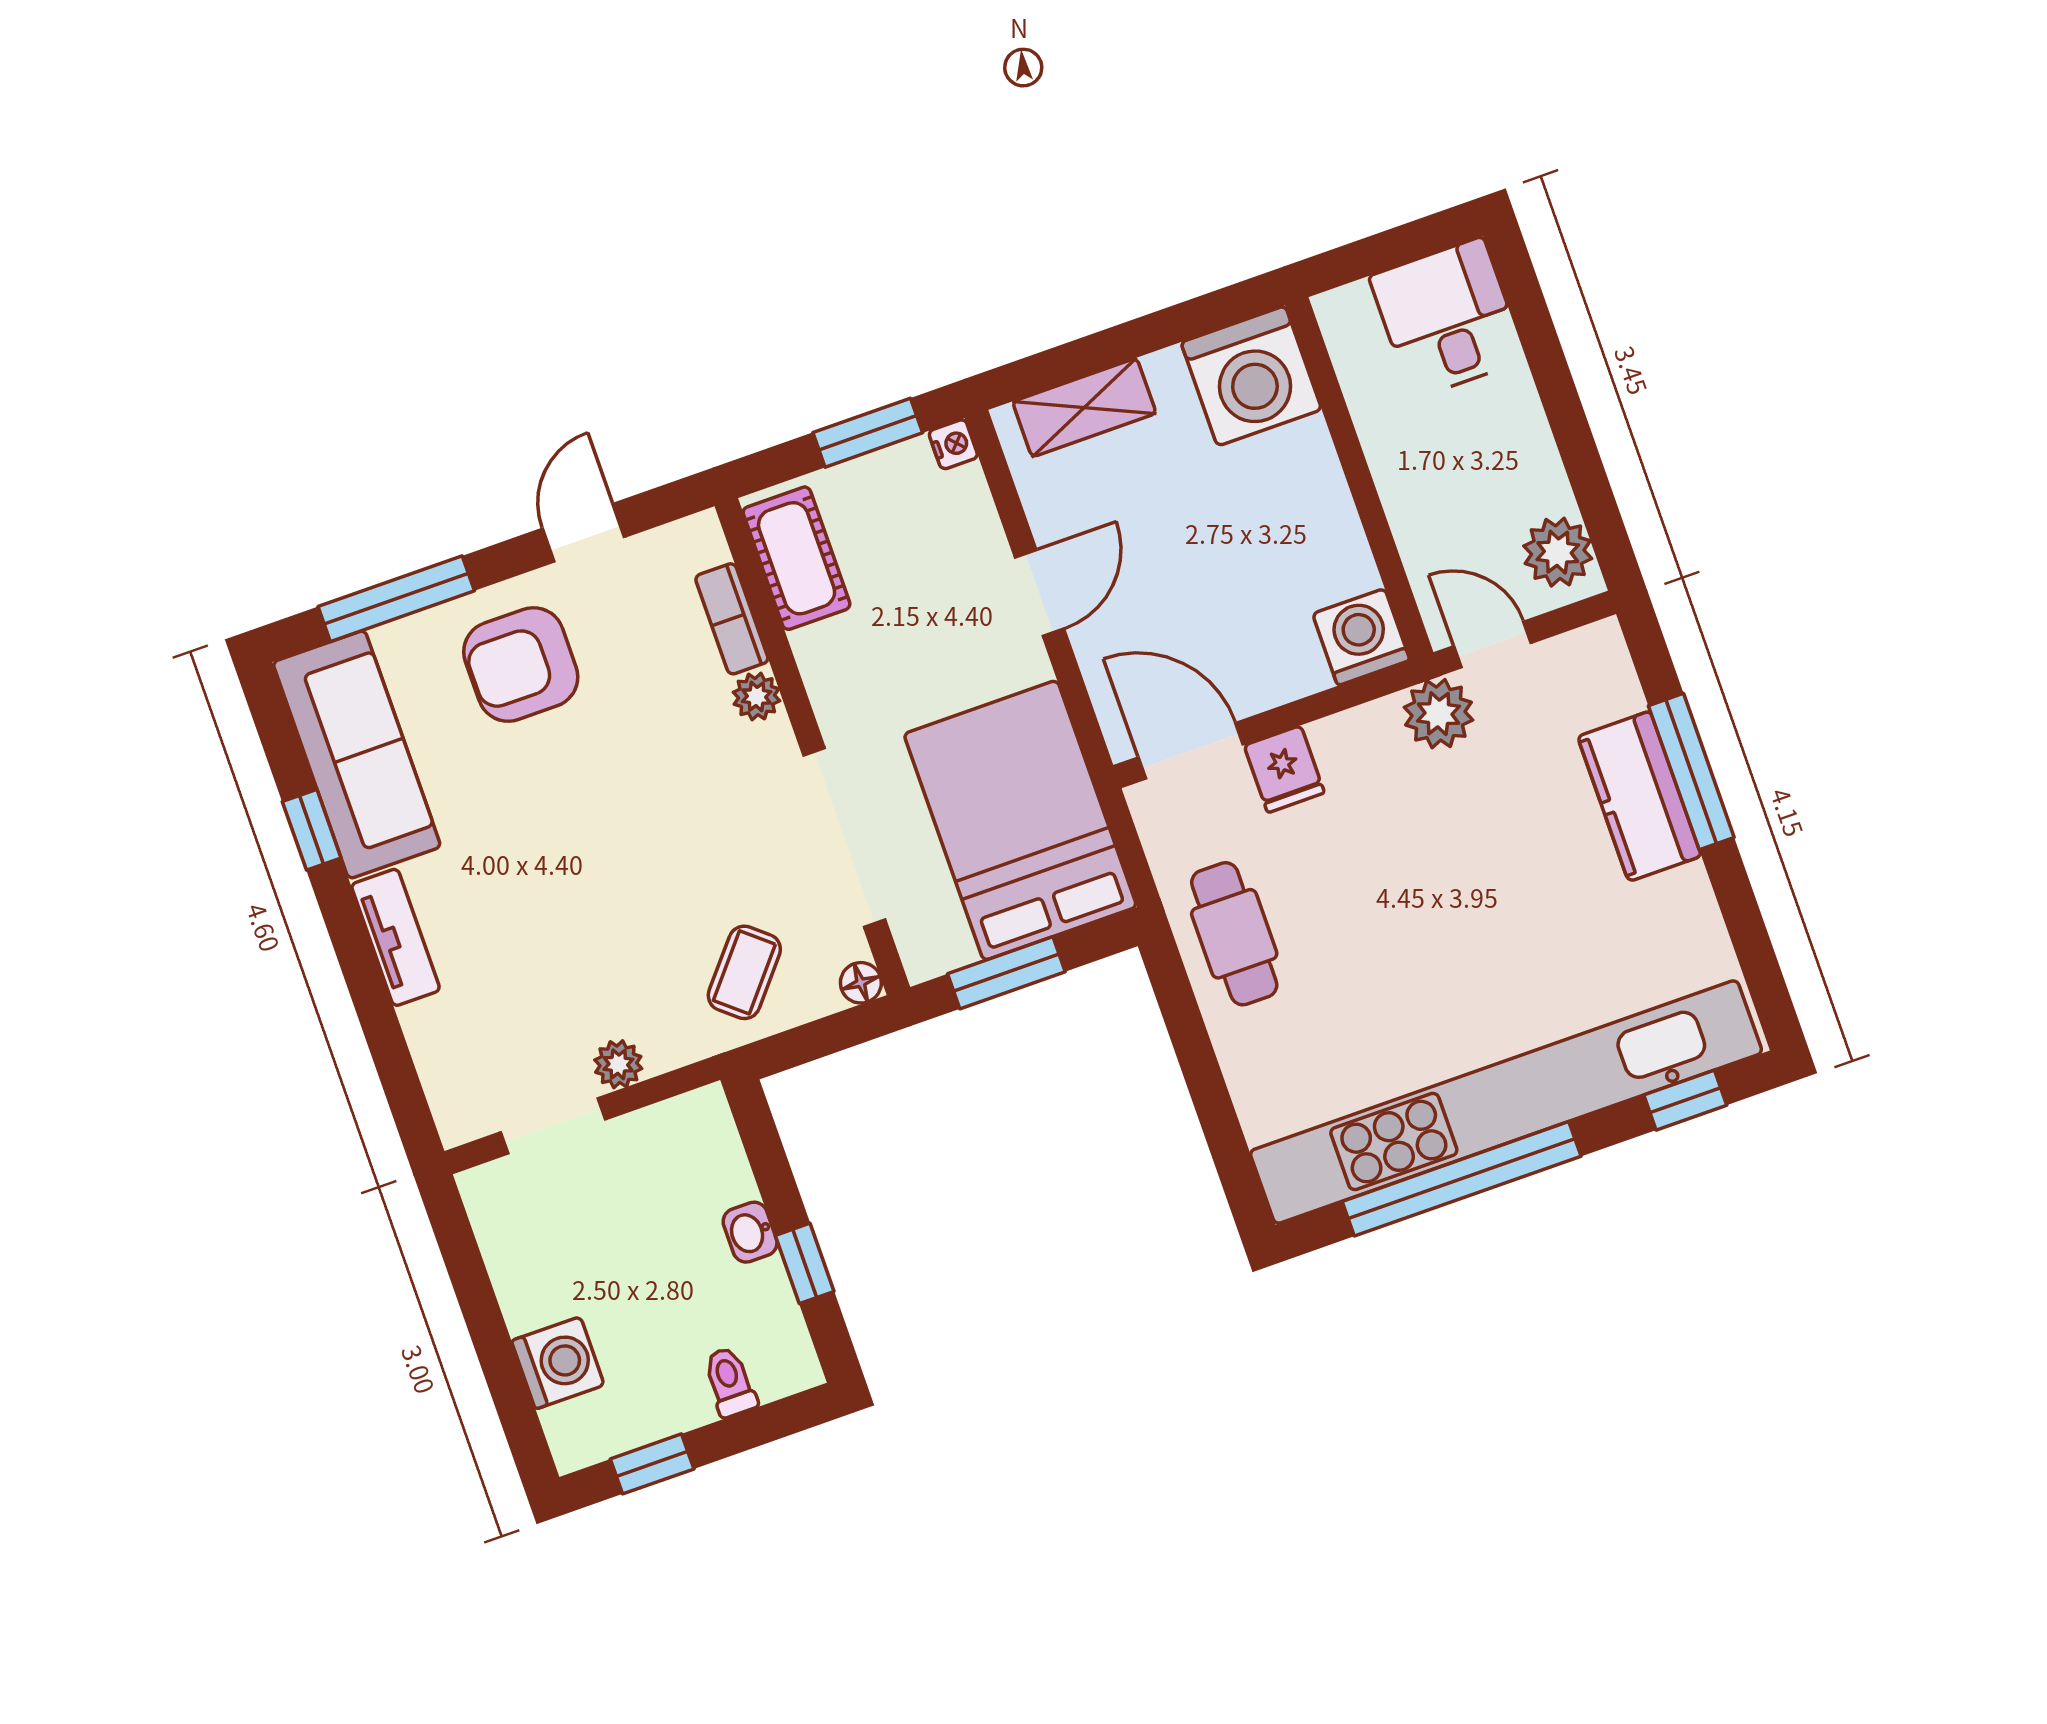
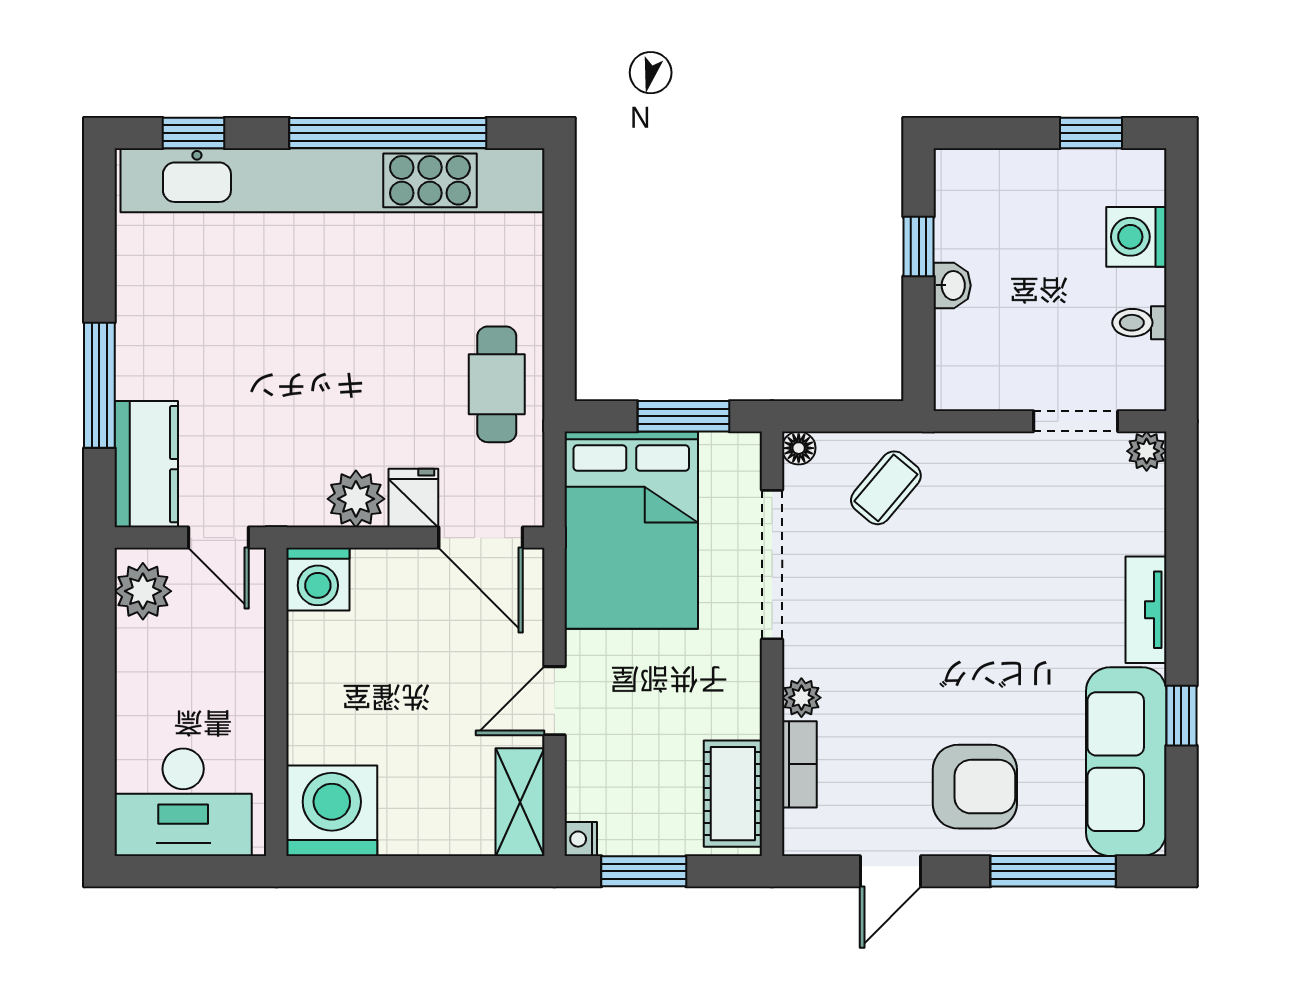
desk: (1447, 318) -> (183, 802), width x1.37
shelving: (1084, 407) -> (520, 802), moved, turned 90
plant: (1438, 714) -> (356, 499), moved
kitchen counter: (1639, 796) -> (146, 464), moved
plant: (618, 1064) -> (1147, 451), moved
toilet: (730, 1382) -> (1139, 323), moved, turned 90

